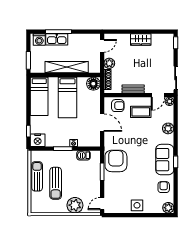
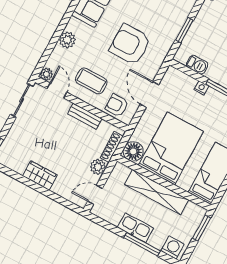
kitchen sink: (57, 39) -> (135, 228), moved
door: (158, 95) -> (57, 90), hinge flipped
bed: (67, 97) -> (171, 148), width x1.50
armchair: (116, 161) -> (130, 44), moved, turned 90

